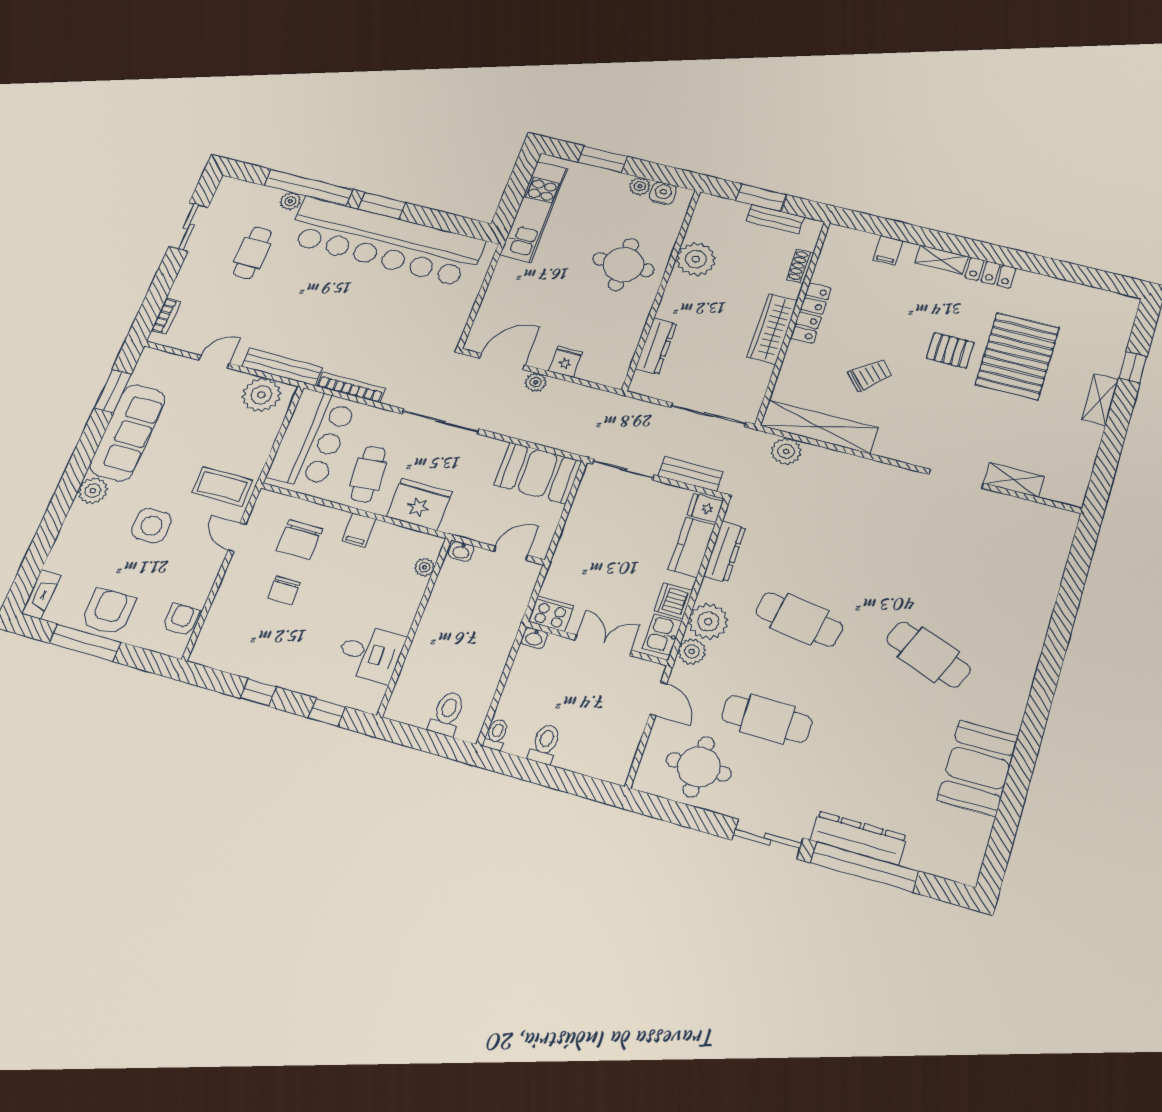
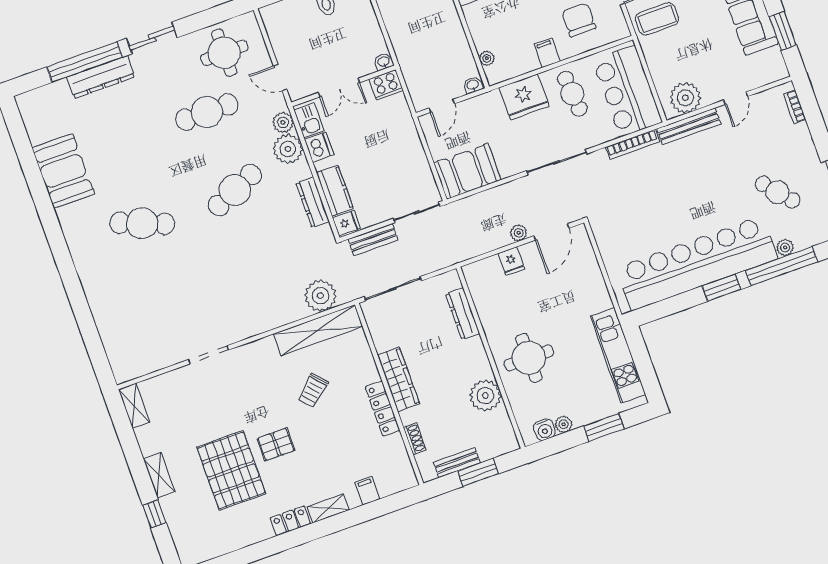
cafe table: (252, 253) -> (778, 192), turned -41
plant: (786, 451) -> (320, 296), width x1.36, depth x1.36
shelving: (1014, 480) -> (134, 406), moved, turned 90
cafe table: (799, 620) -> (235, 190), turned -33

